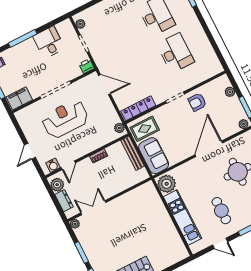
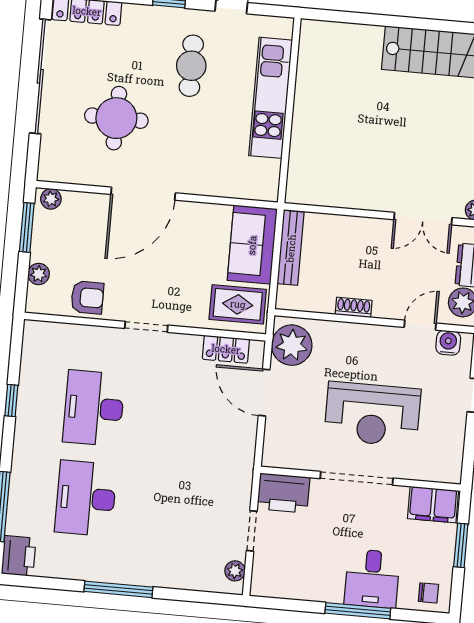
window: (210, 36) -> (11, 400), added
desk: (49, 42) -> (372, 579), moved
printer: (87, 66) -> (283, 493), width x1.87, depth x1.48
door: (105, 85) -> (264, 393), moved
armchair: (197, 102) -> (87, 298), moved
locker: (138, 108) -> (226, 349), width x0.66
plant: (119, 128) -> (292, 345), width x1.88, depth x1.88
bench: (133, 153) -> (291, 248), moved
plant: (167, 184) -> (261, 178), removed

